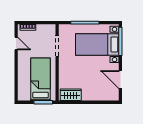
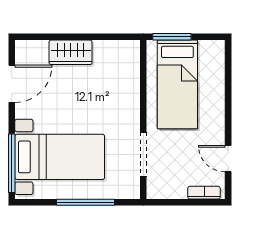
door: (120, 80) -> (12, 84), hinge flipped
wardrobe: (71, 95) -> (71, 52), moved

